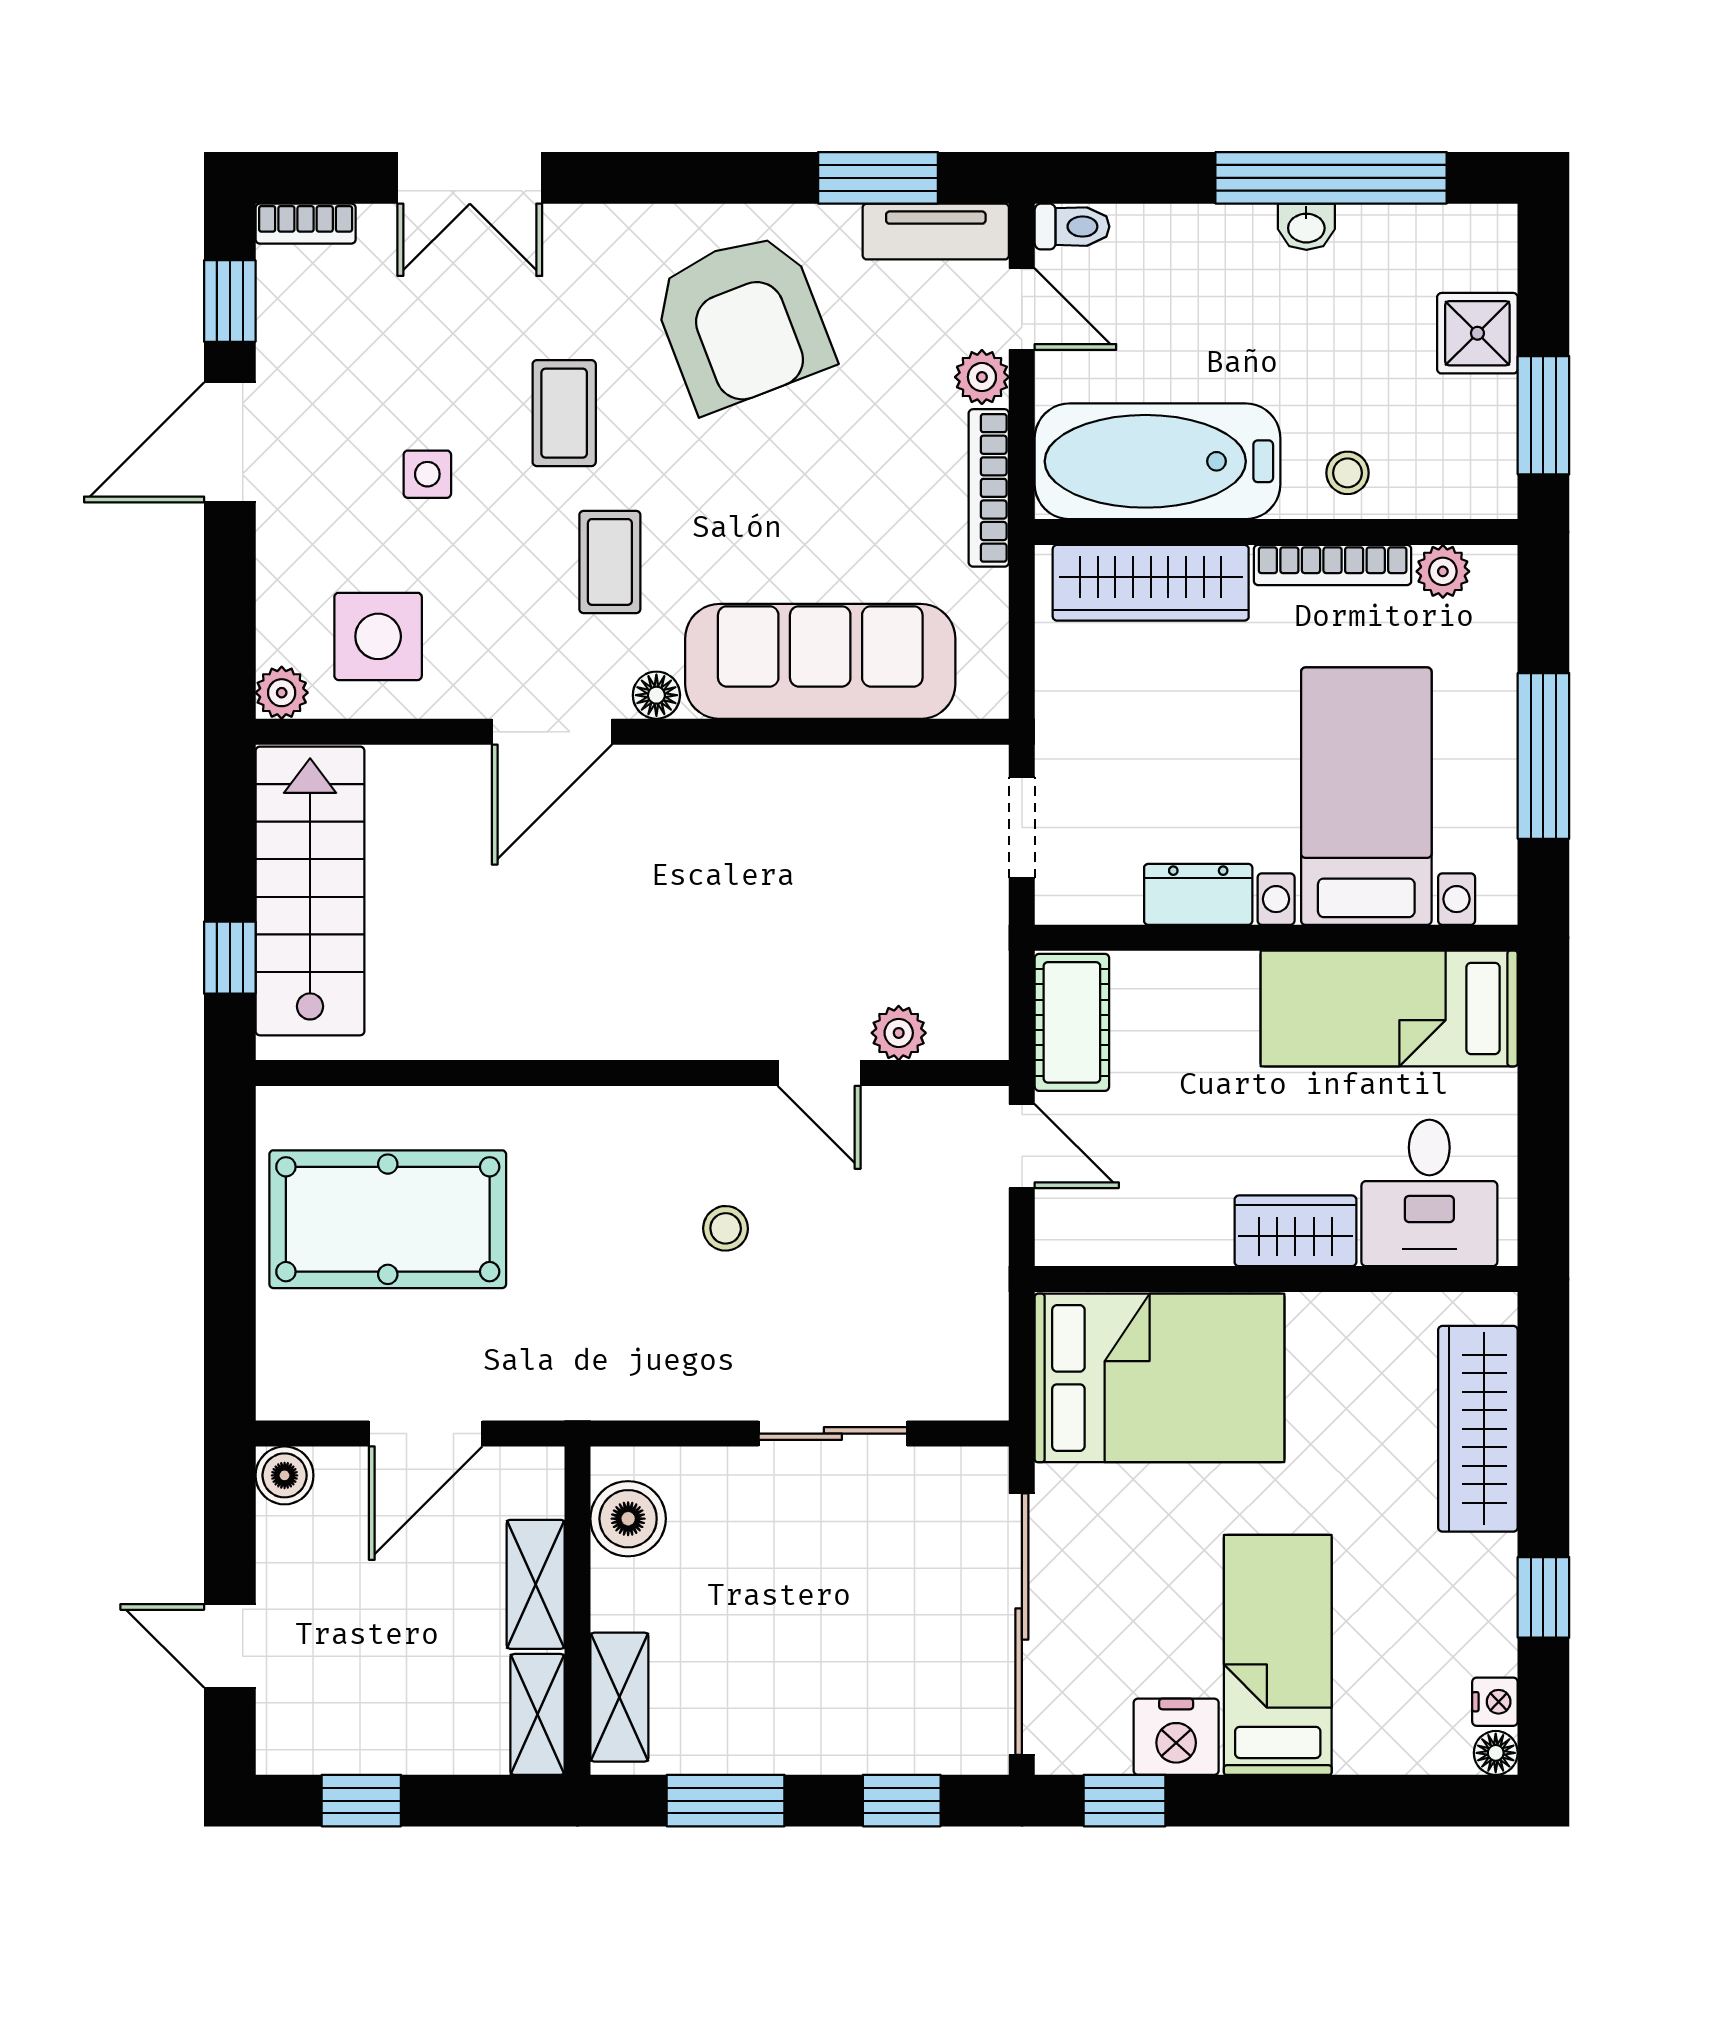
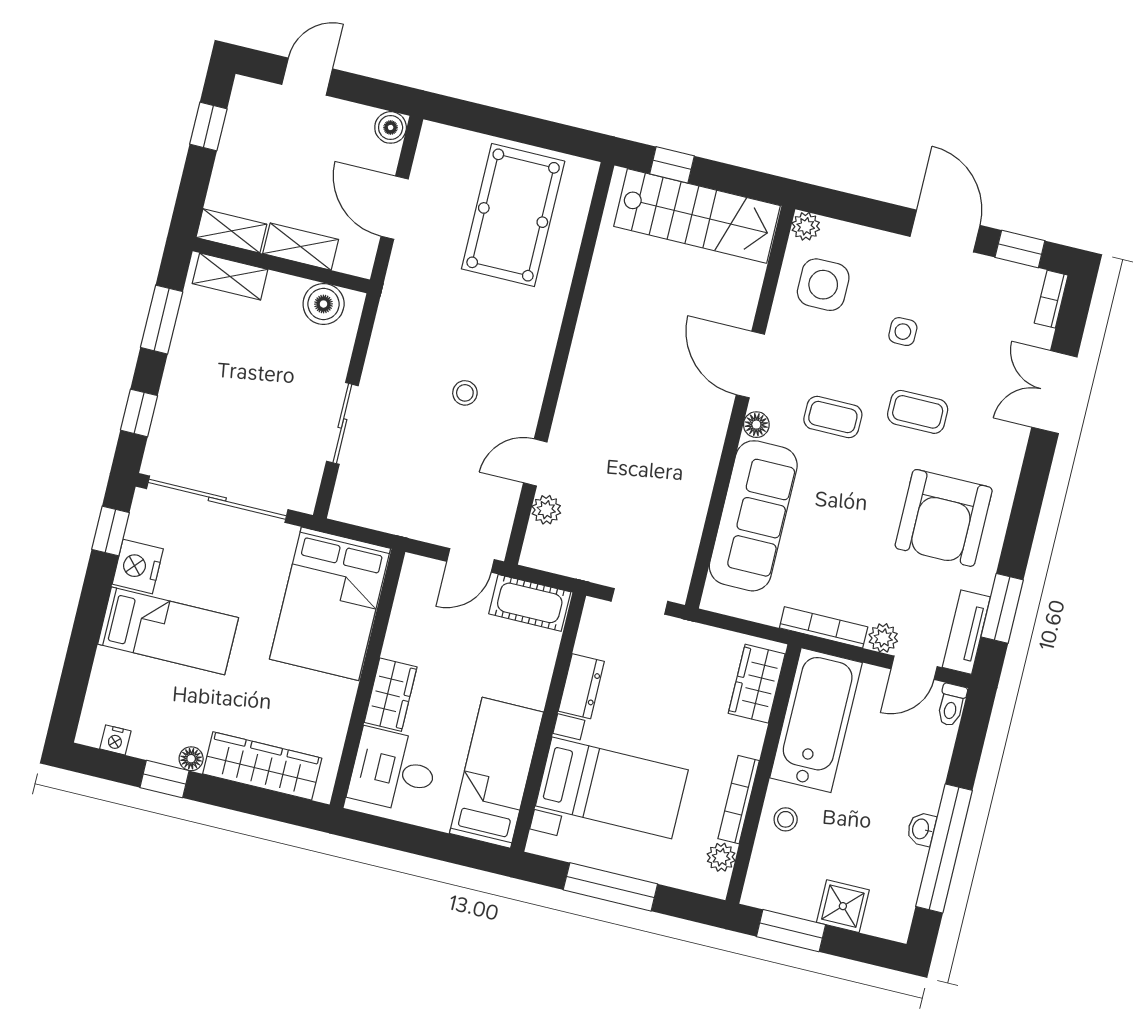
armchair: (742, 321) -> (944, 518), turned -69
wardrobe: (1151, 583) -> (757, 684), width x0.67
floor lamp: (1496, 1753) -> (191, 759), moved

